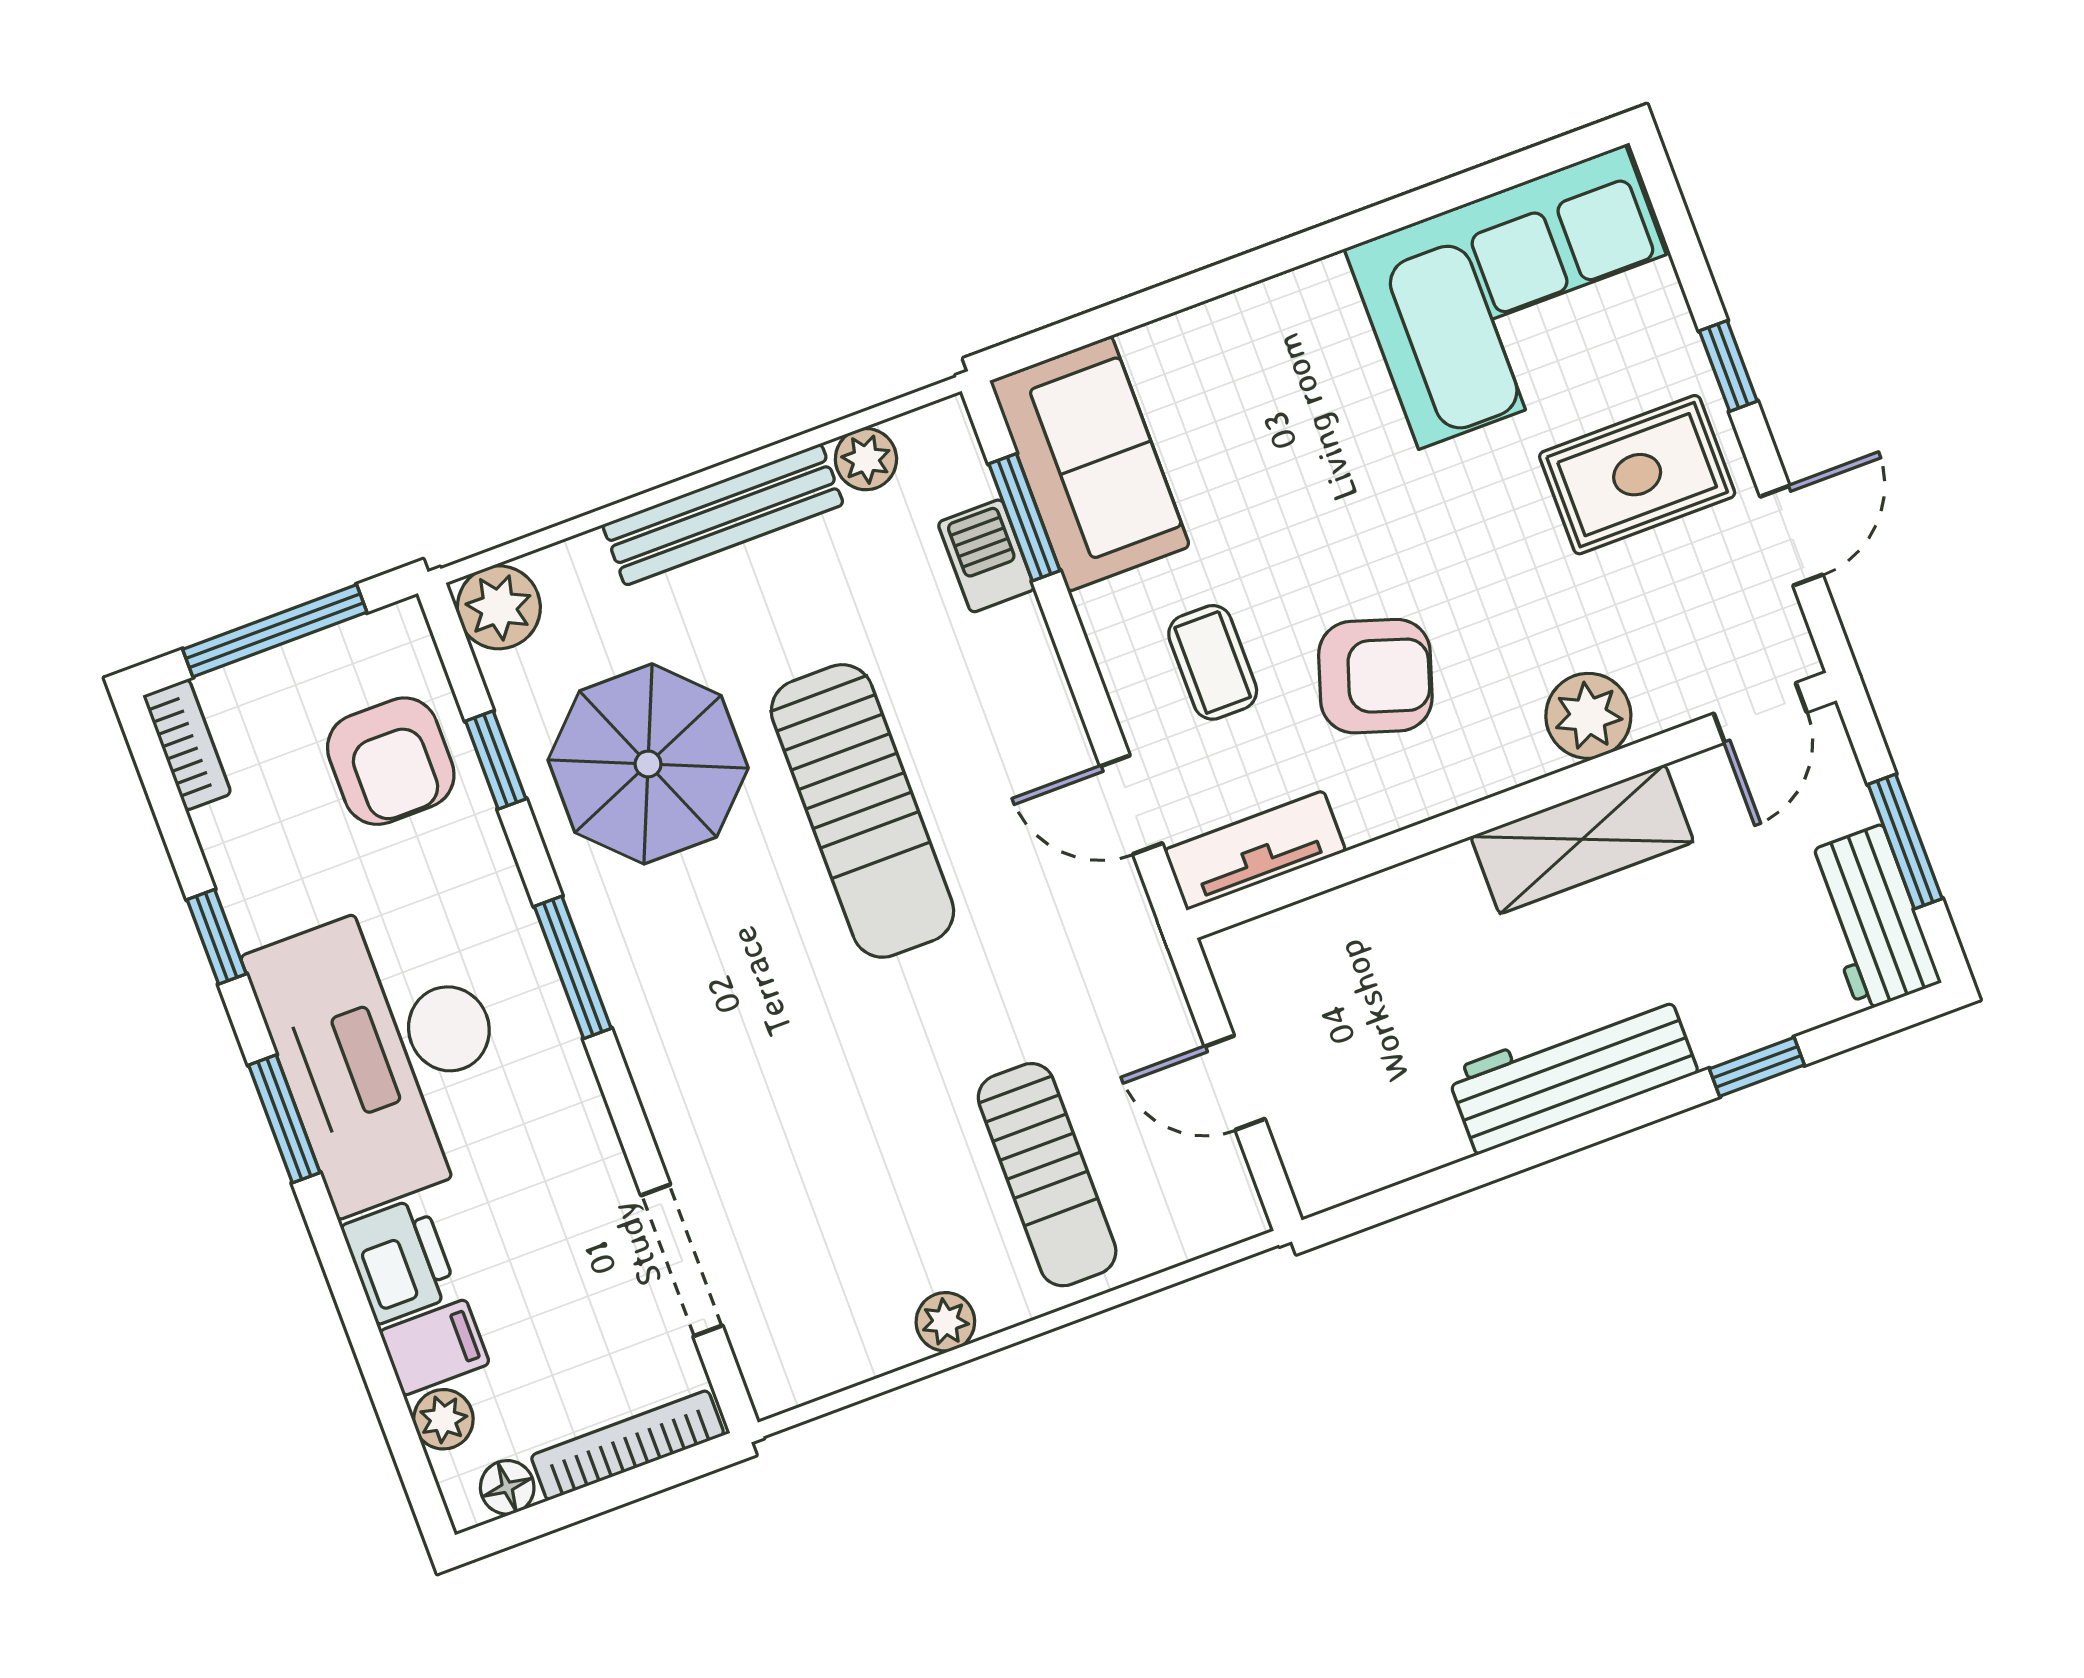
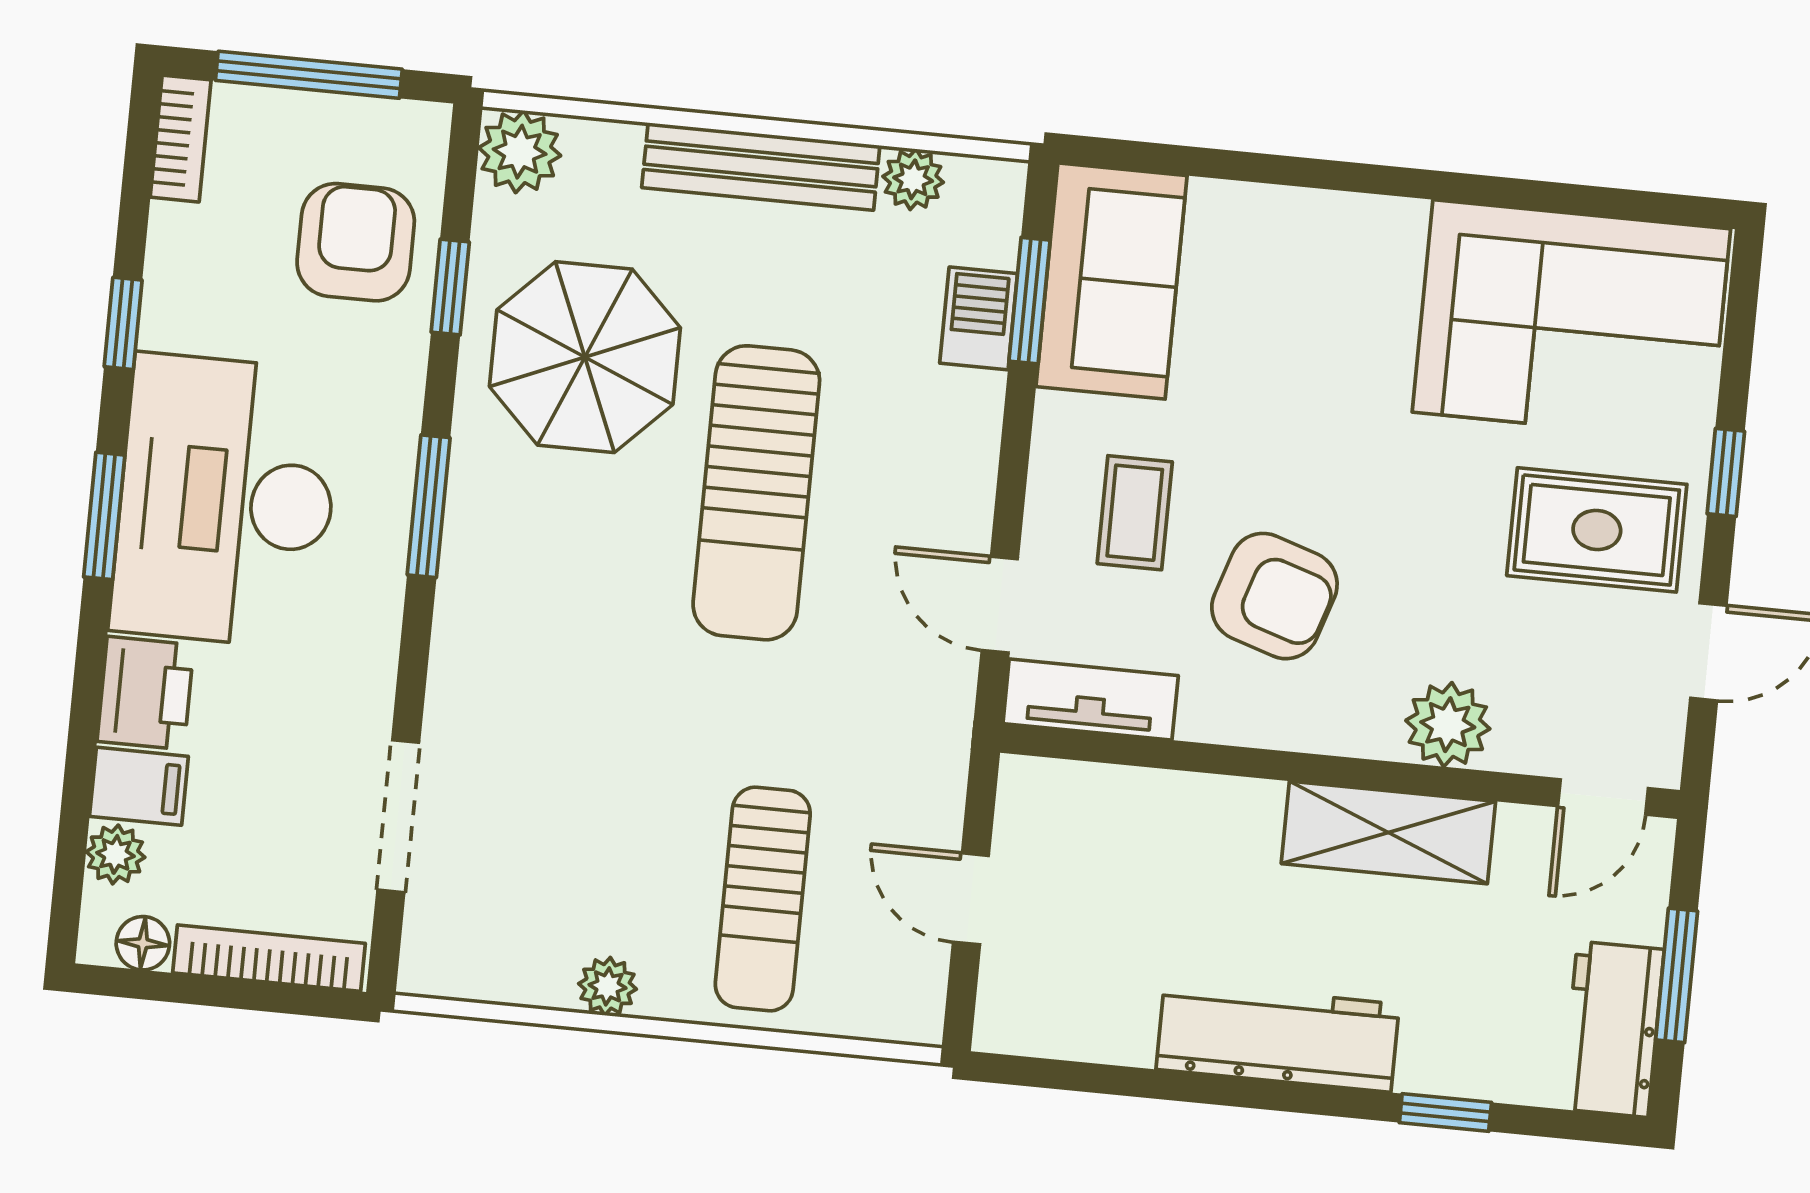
armchair: (391, 761) -> (356, 242), turned 180

